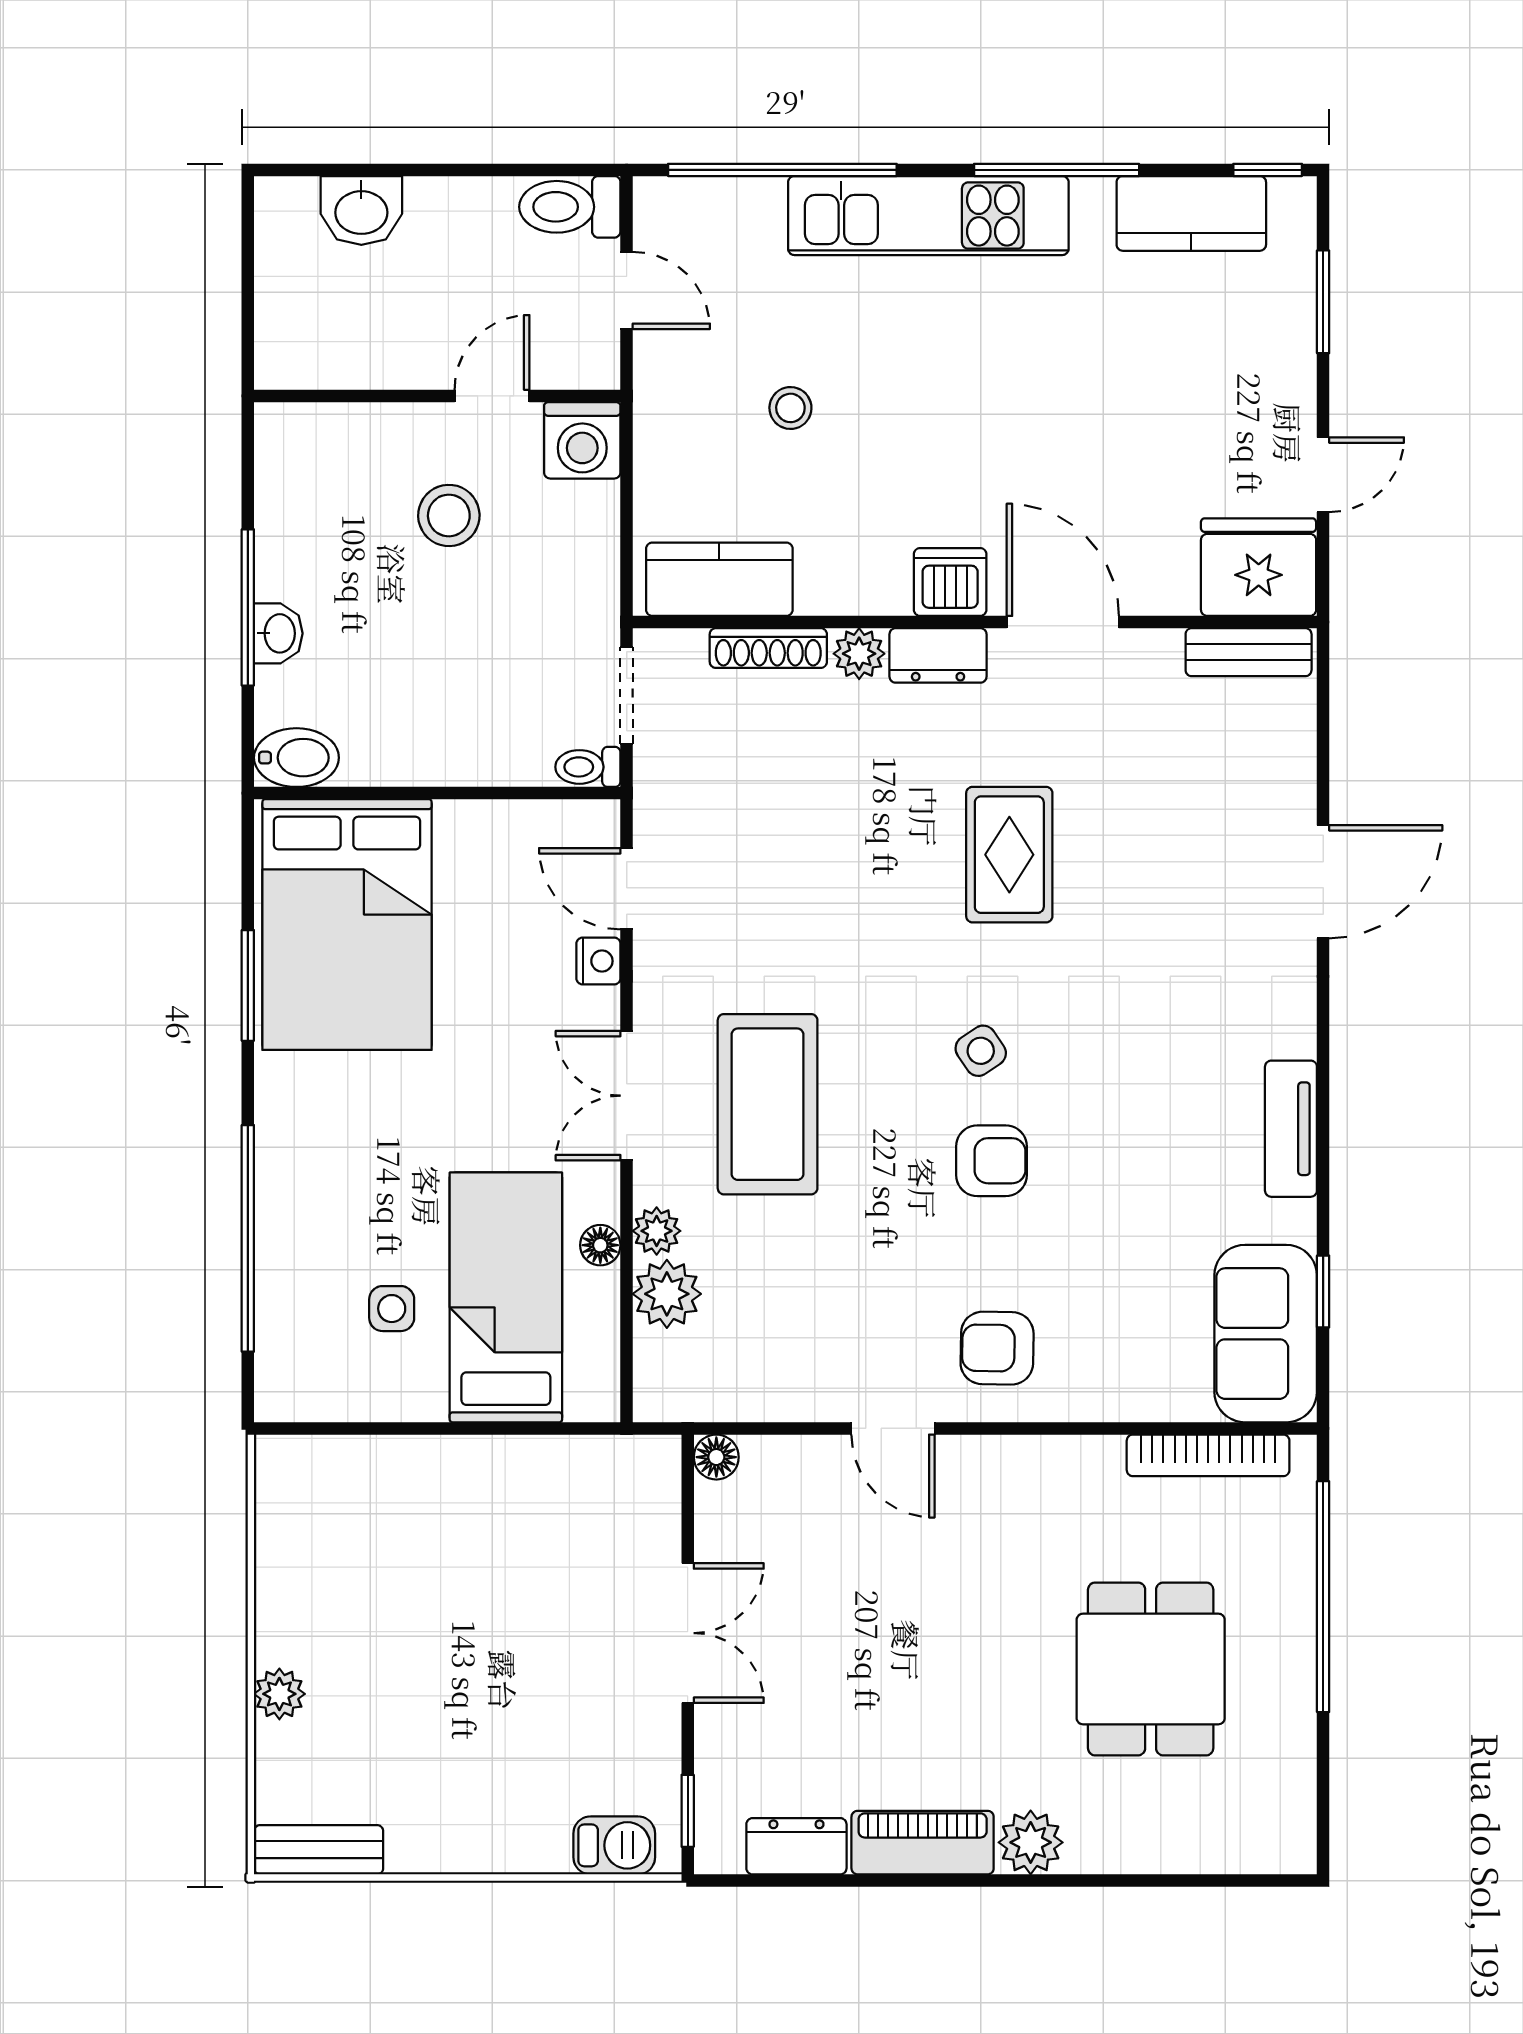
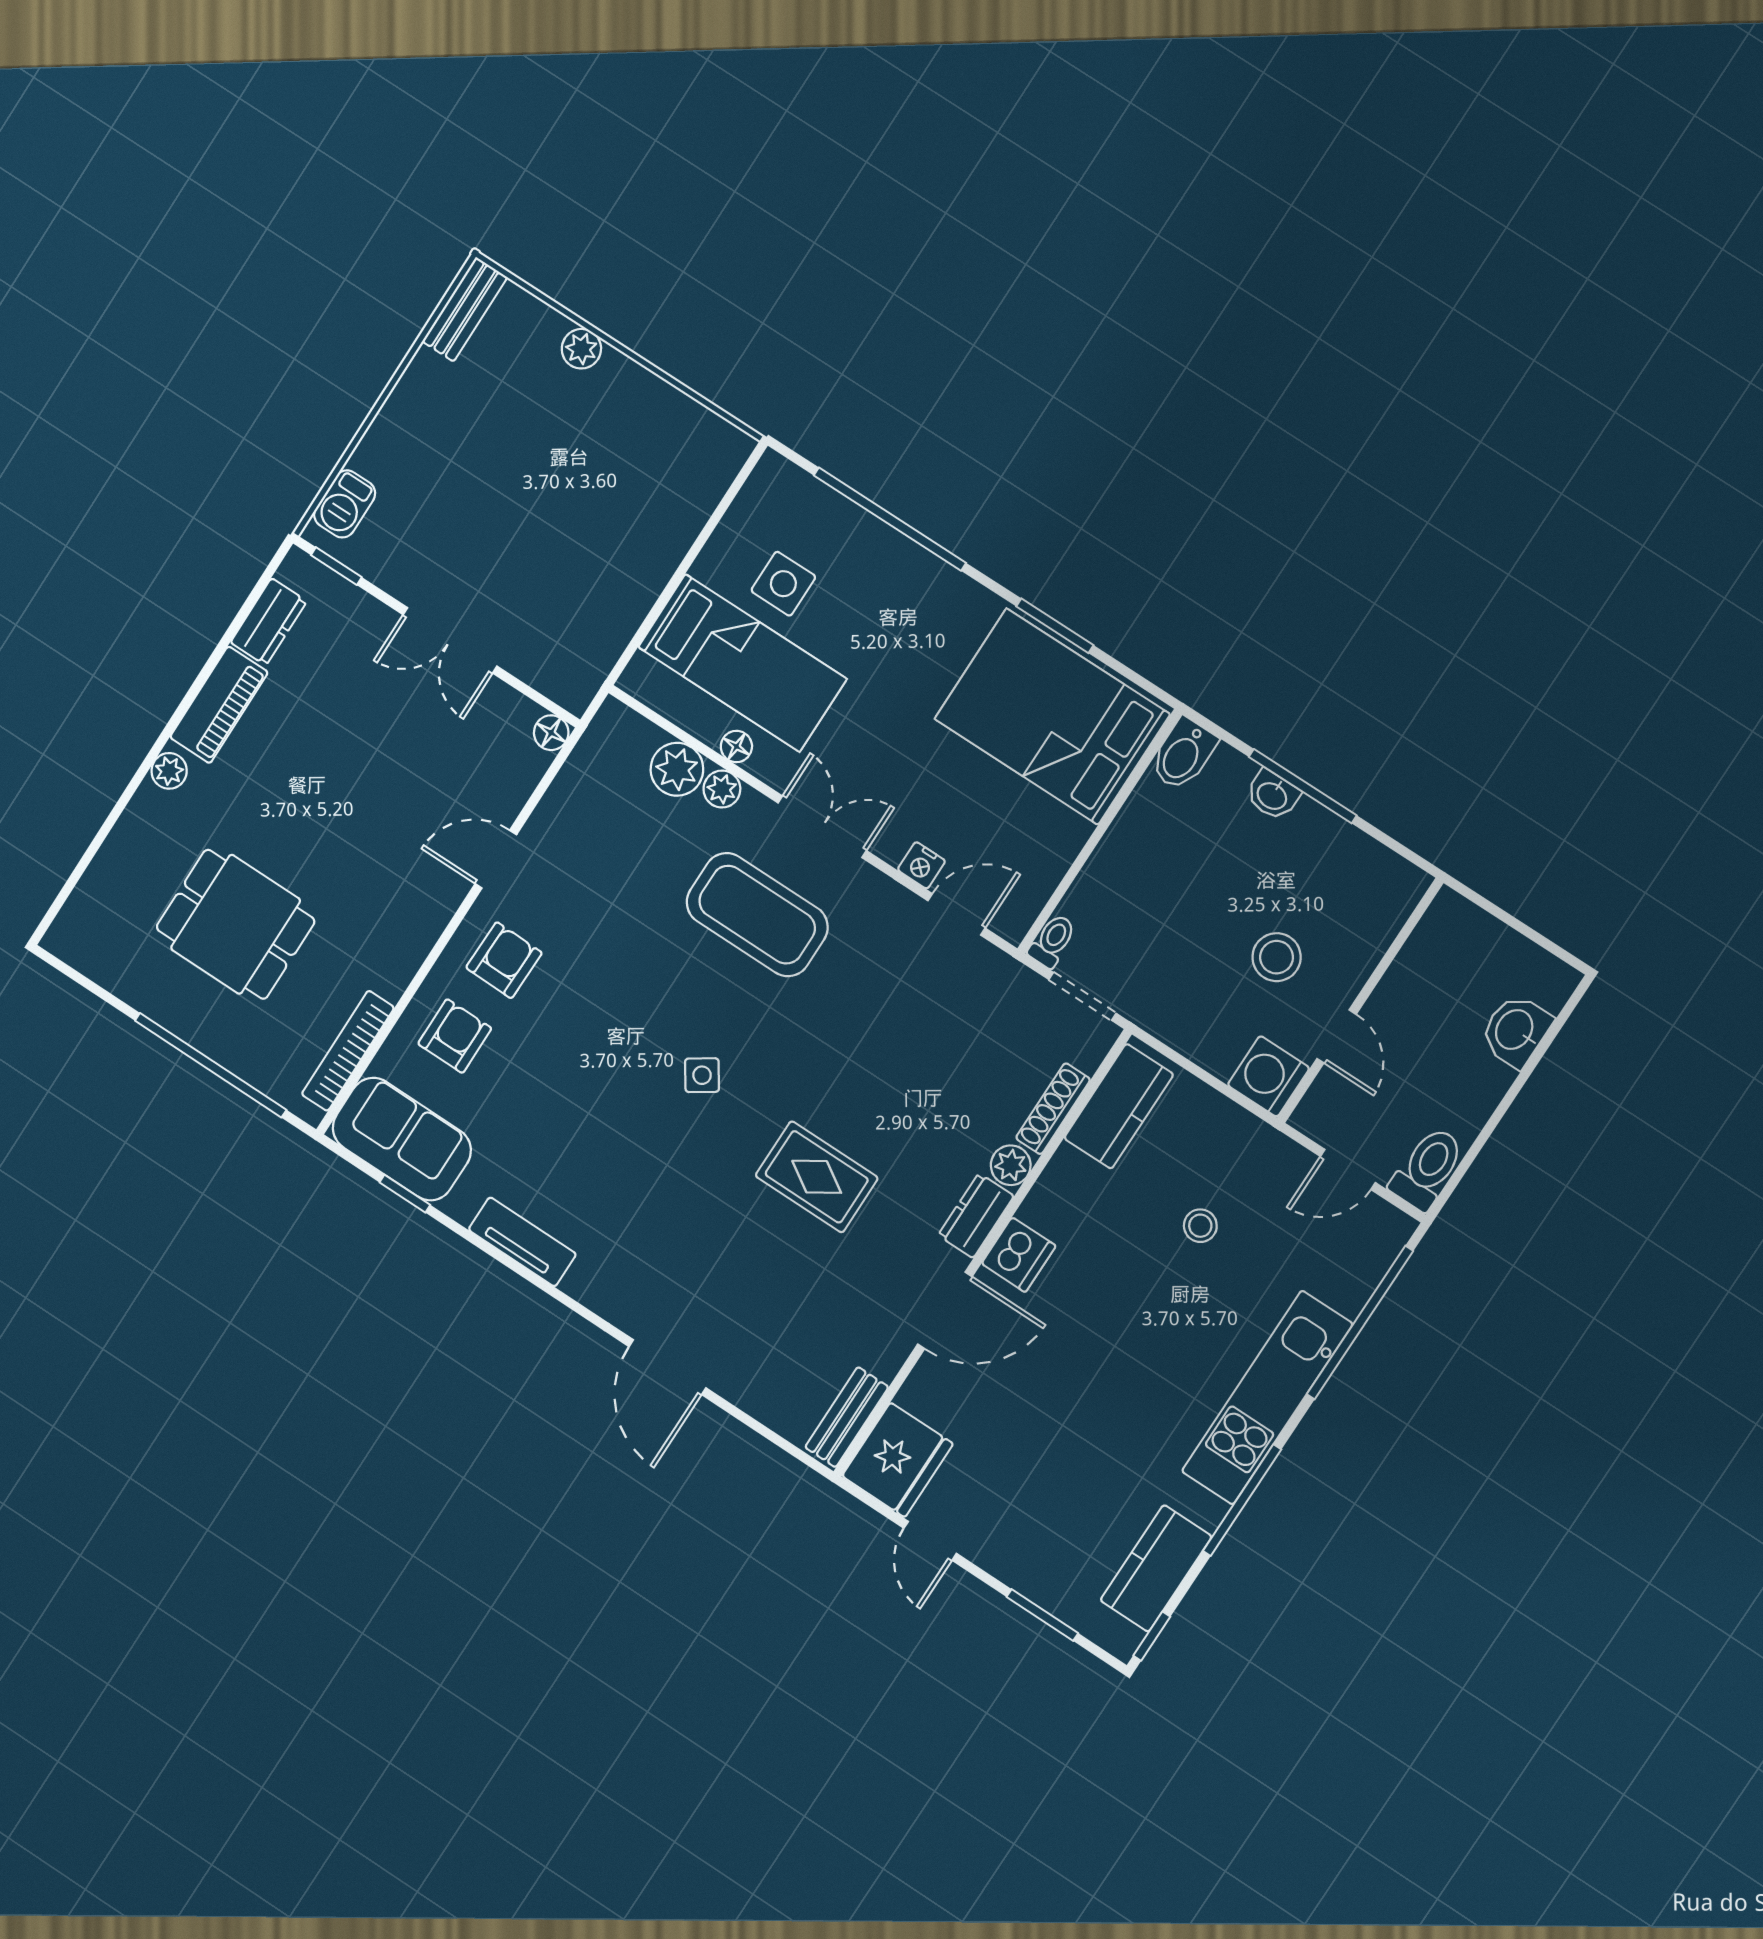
armchair: (991, 1161) -> (455, 1036), moved, turned 180
side table: (392, 1309) -> (783, 584), width x1.37, depth x1.37
plant: (1031, 1842) -> (169, 771), width x0.73, depth x0.73

